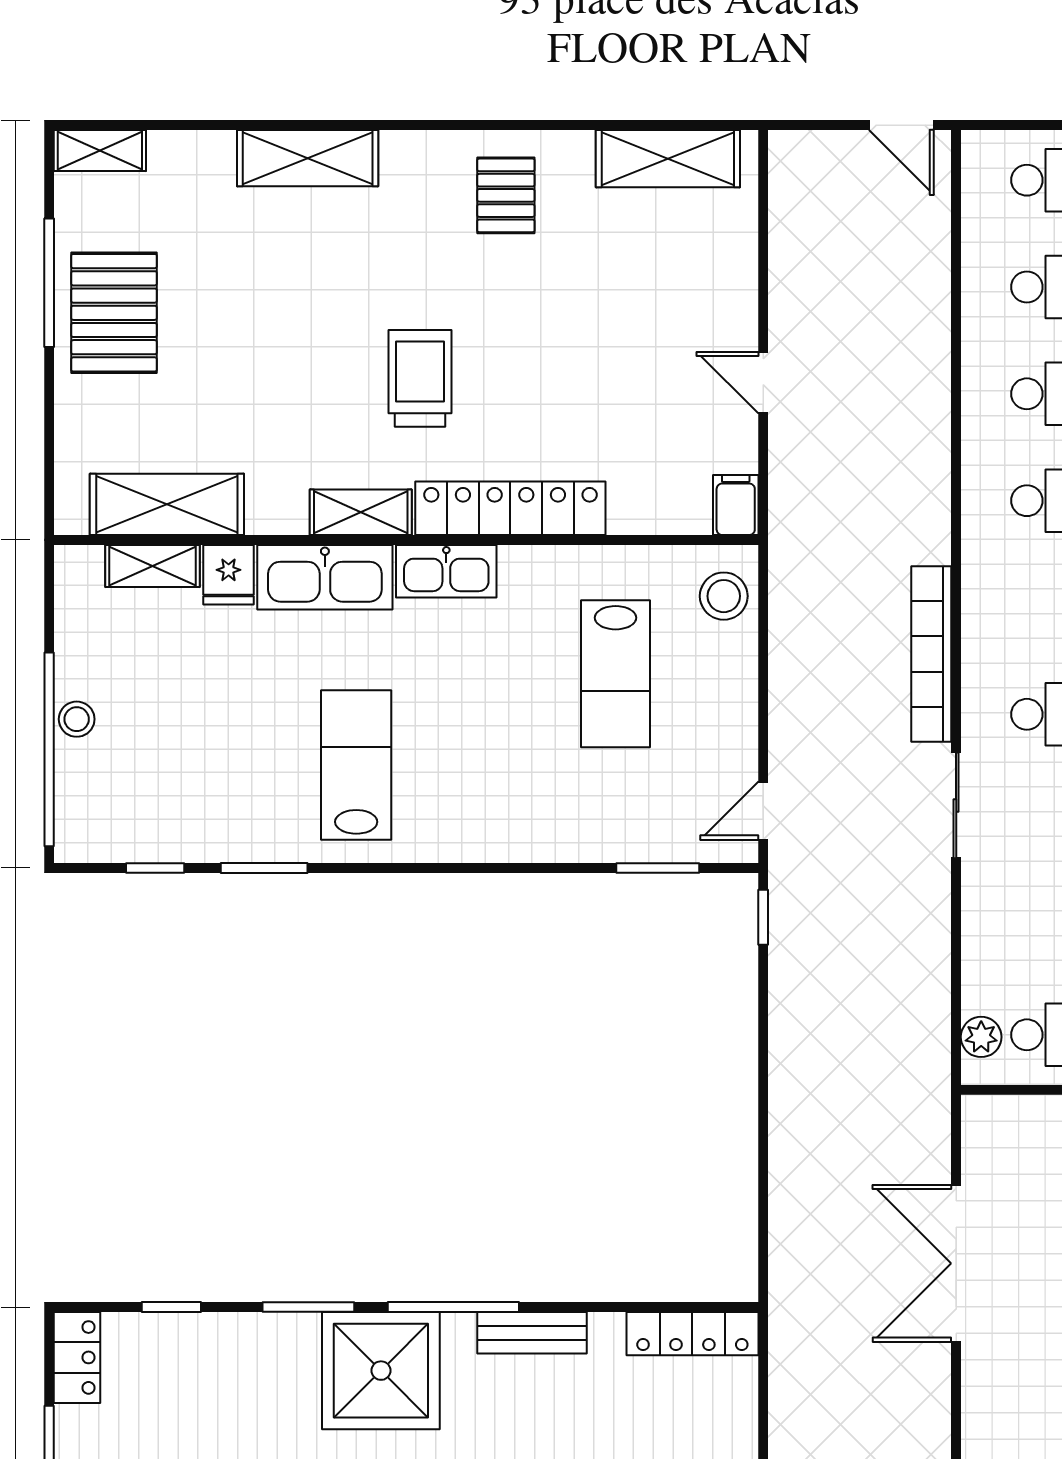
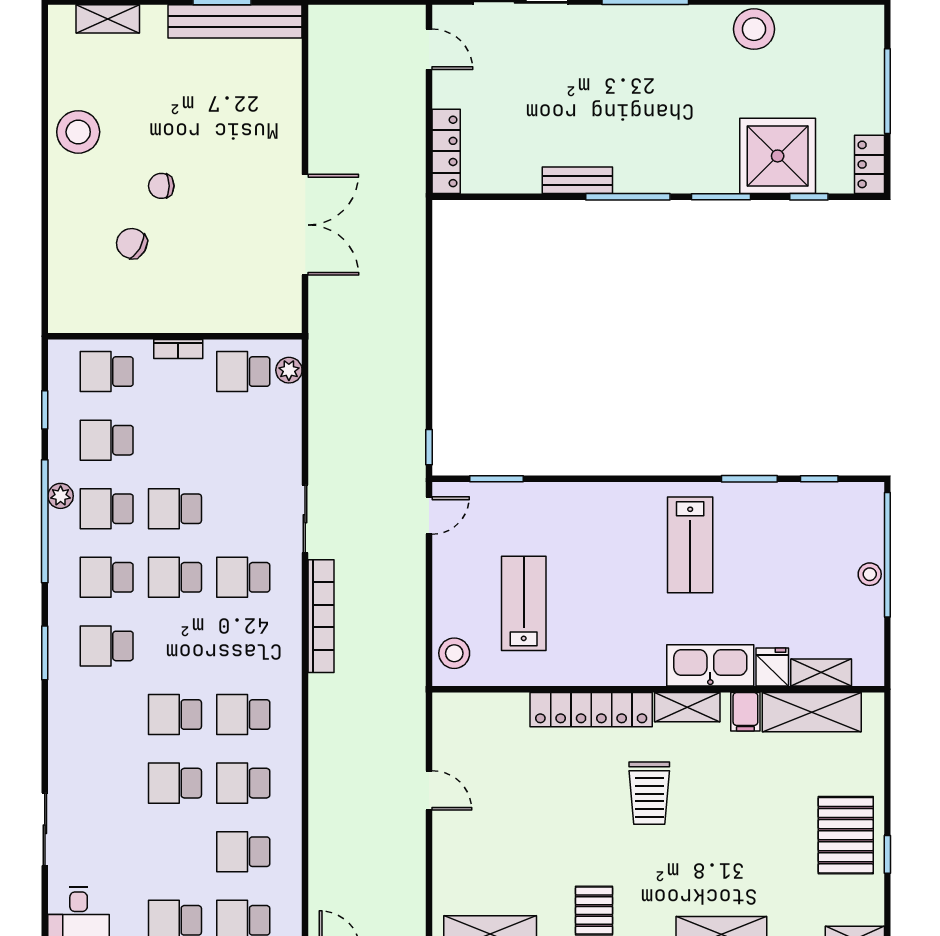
window: (49, 283) -> (887, 854), width x0.46
filing cabinet: (736, 505) -> (745, 712), moved
kitchen sink: (446, 571) -> (632, 669), removed
locker: (692, 1334) -> (446, 151), moved, turned 90
shower: (381, 1371) -> (778, 156), moved

